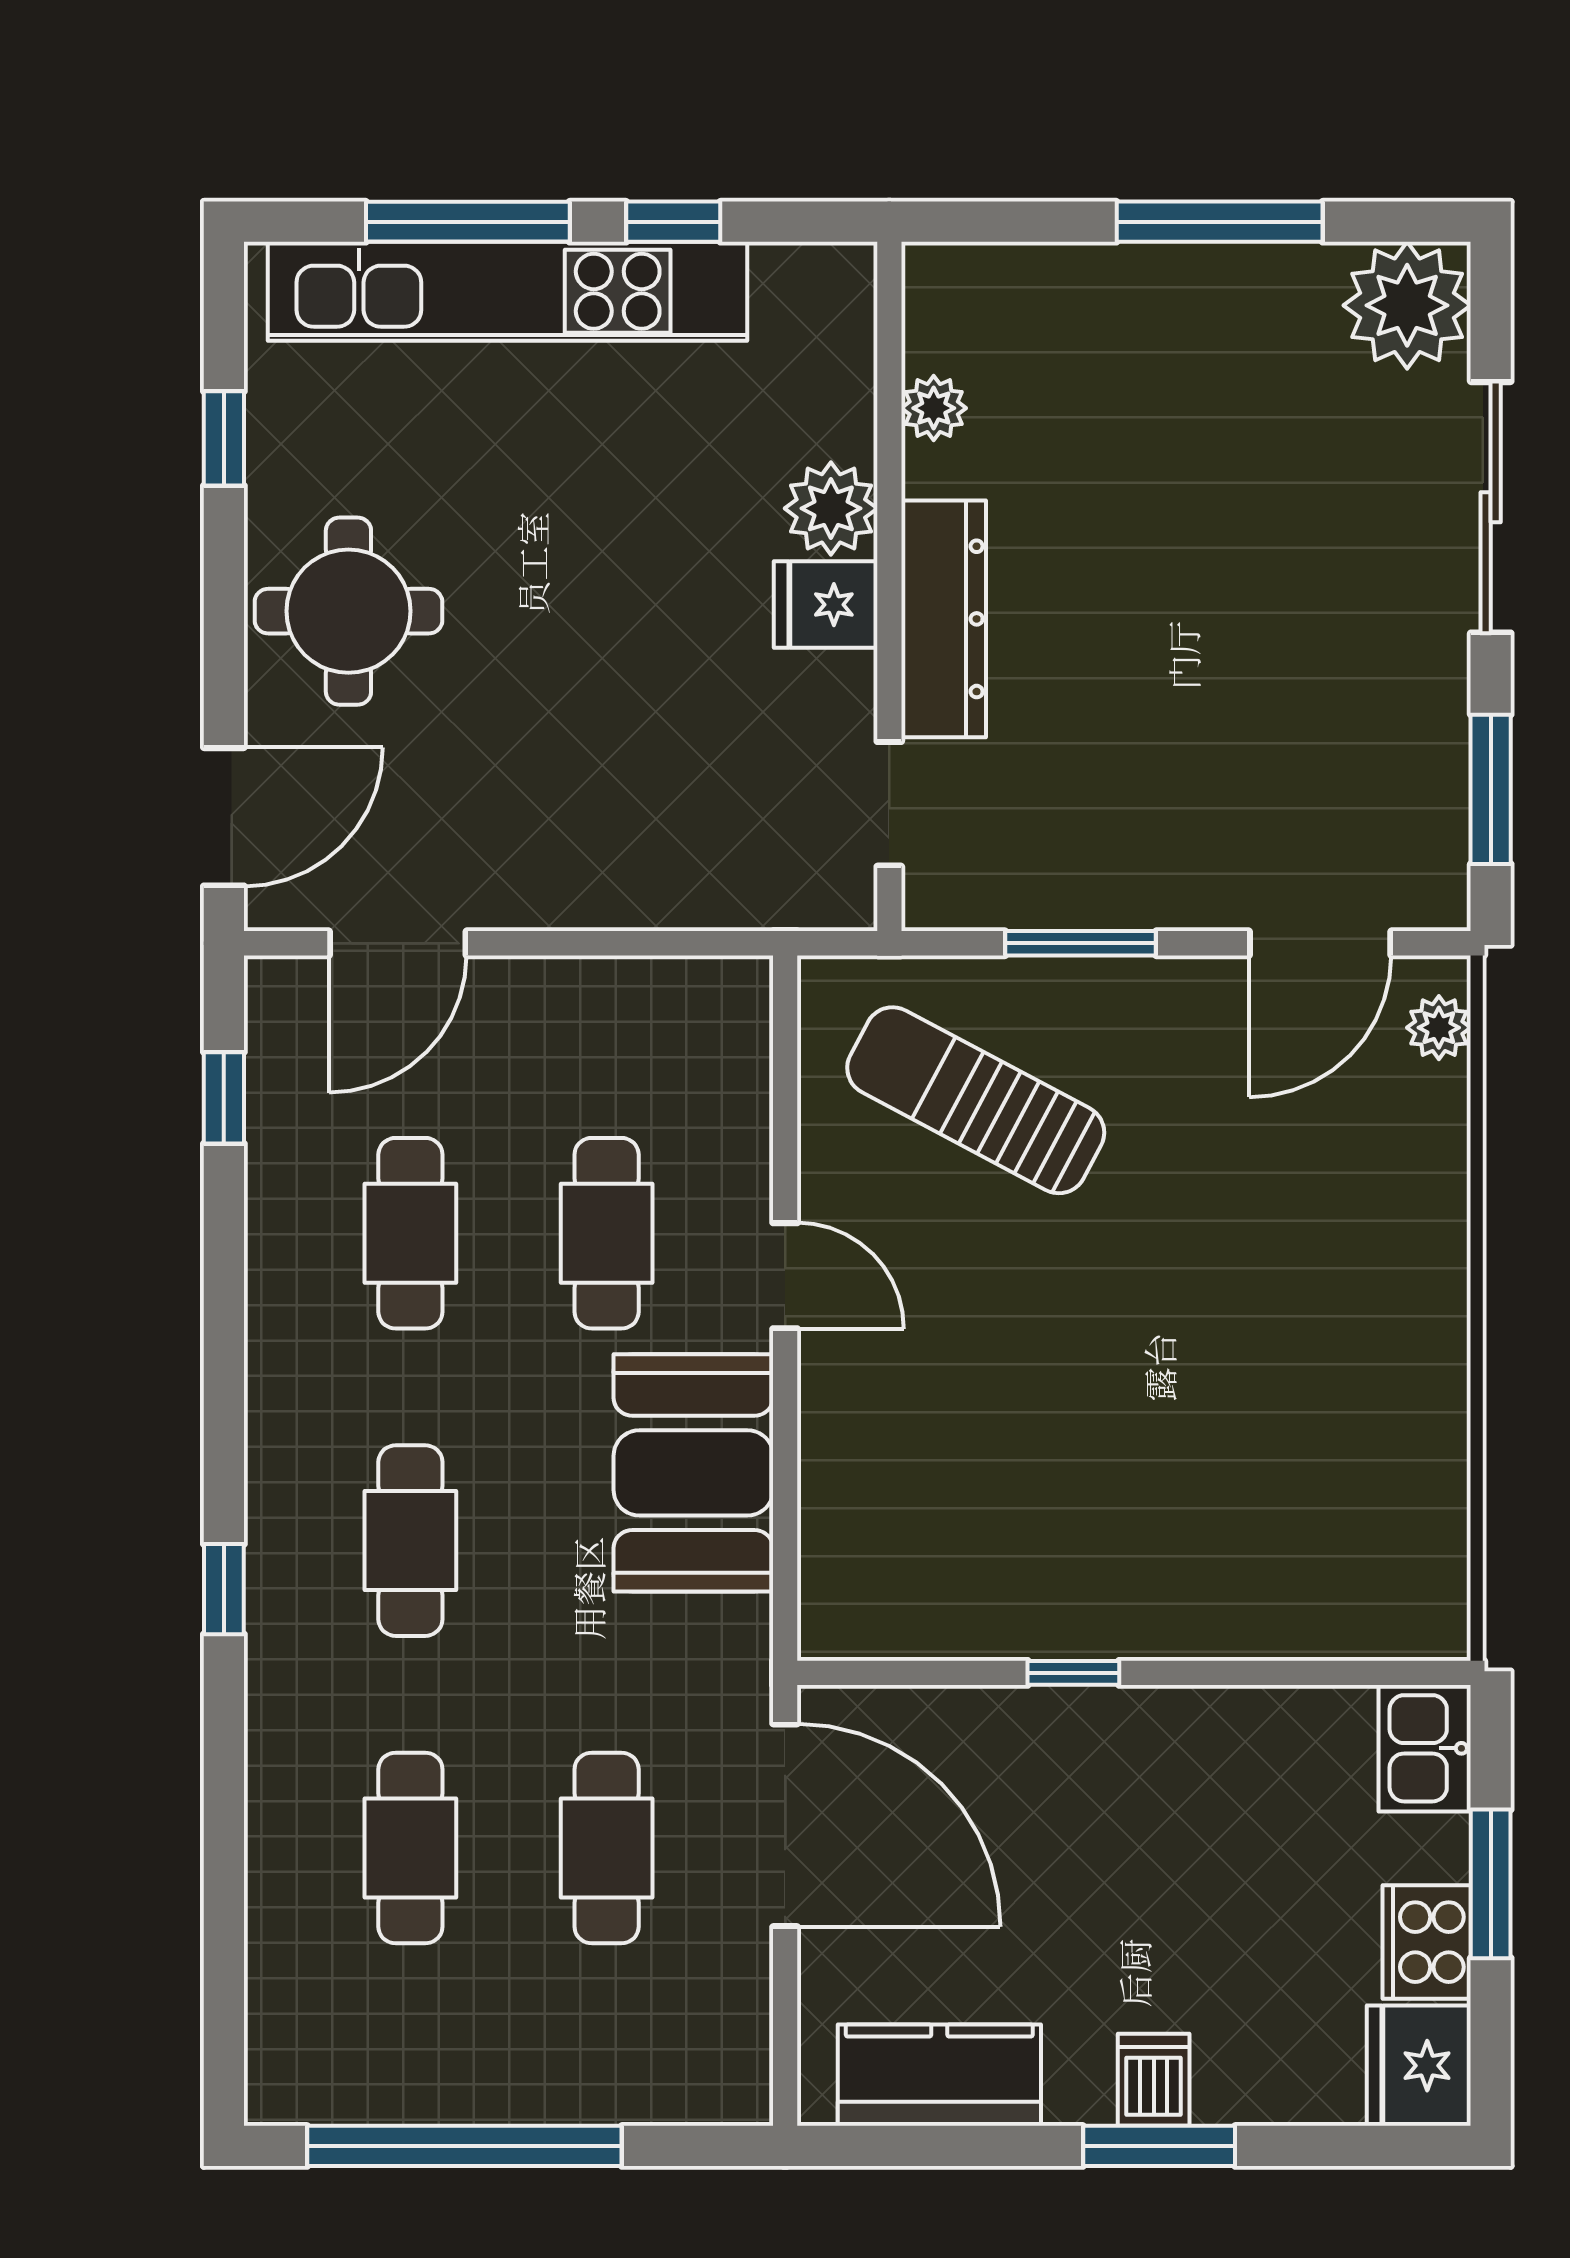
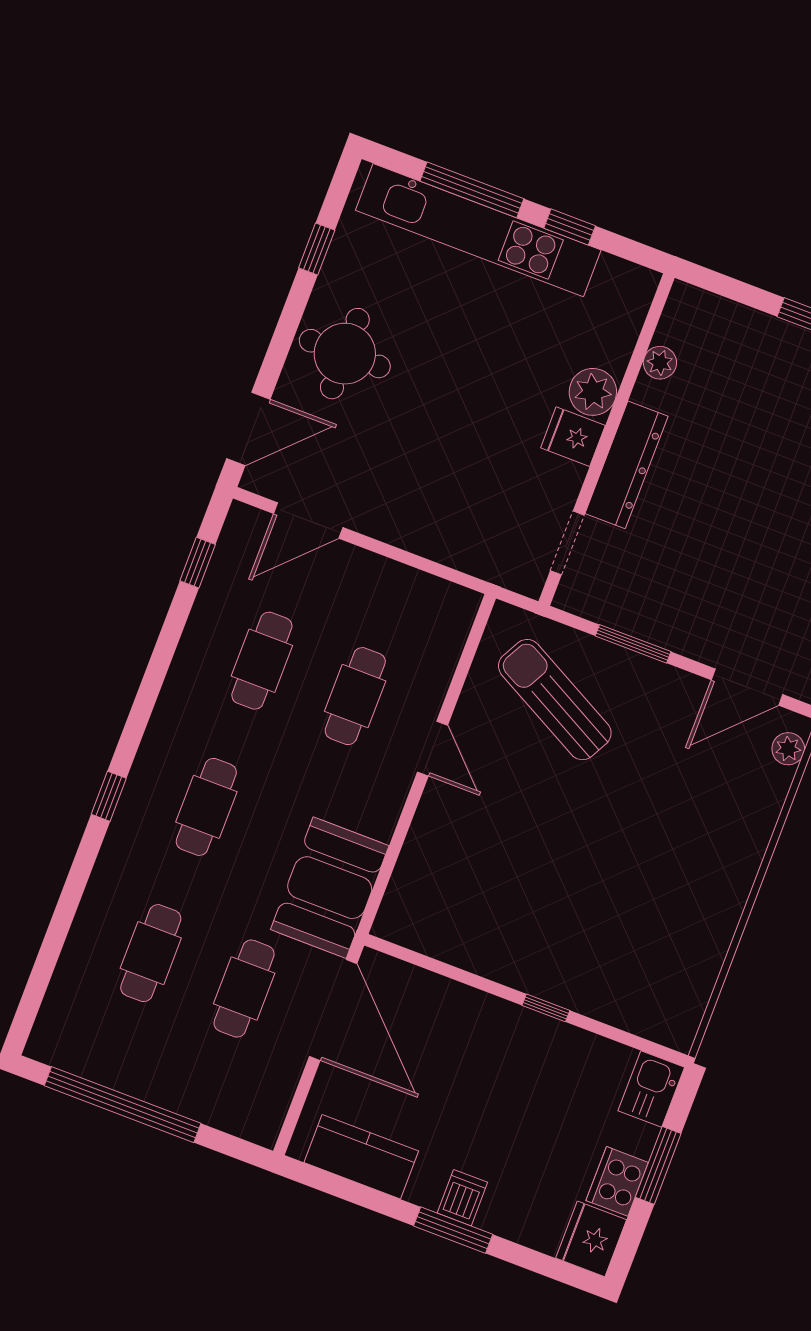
booth: (693, 1473) -> (330, 888), moved
window: (1073, 1673) -> (546, 1008), moved

